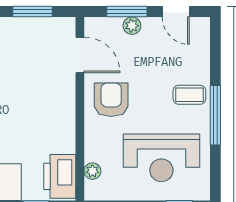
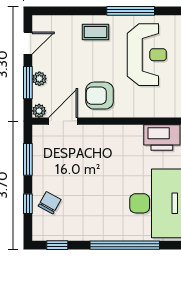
coffee table: (189, 95) -> (95, 32), turned 90
window: (215, 115) -> (131, 11), moved
plant: (92, 171) -> (39, 111), moved

